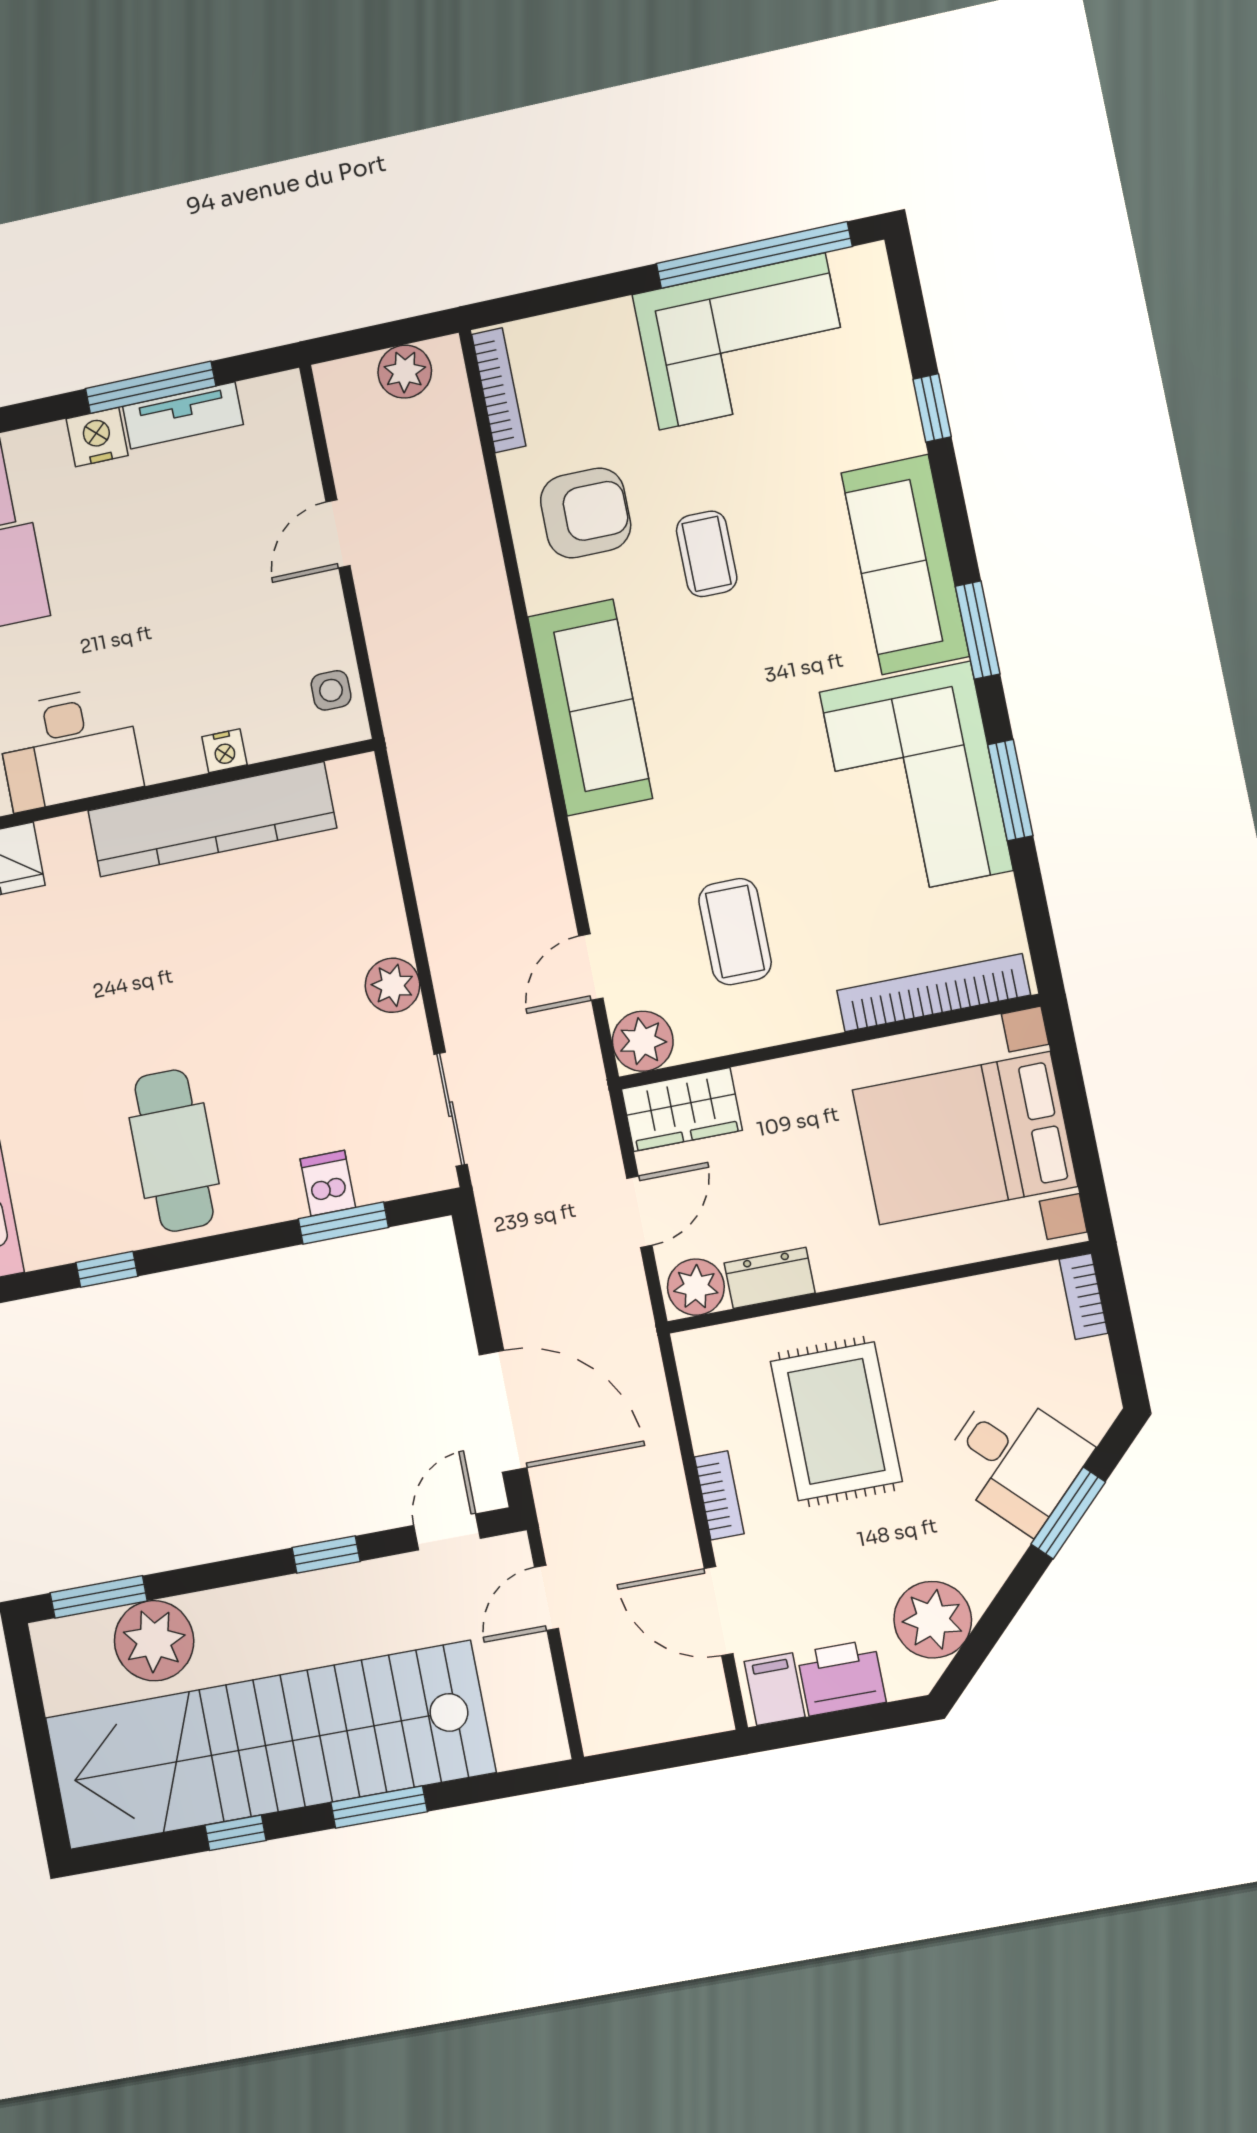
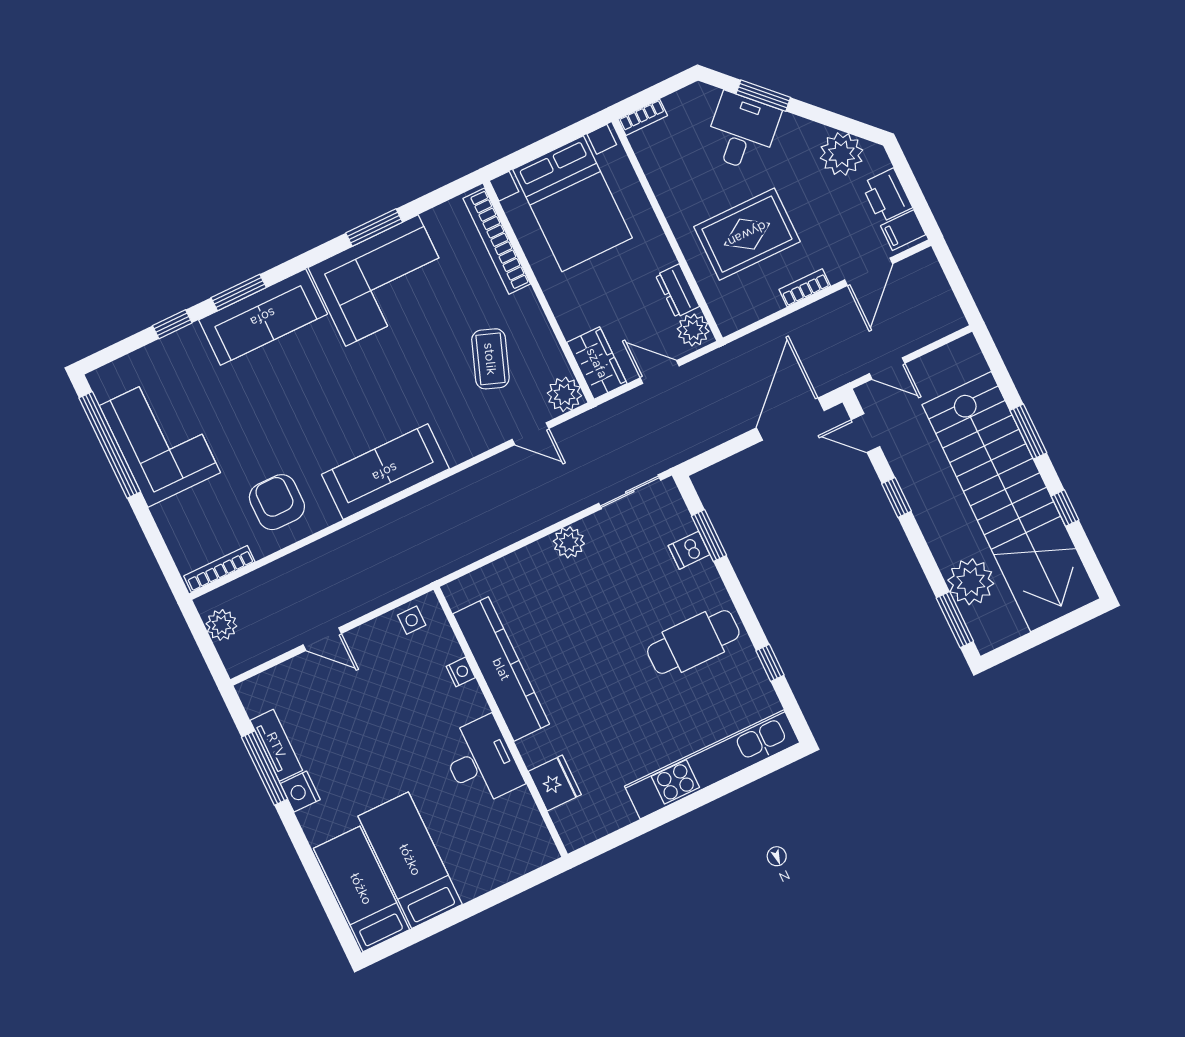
coffee table: (707, 554) -> (284, 429), removed
window: (978, 630) -> (239, 292), moved
coffee table: (735, 932) -> (490, 359), turned -70

